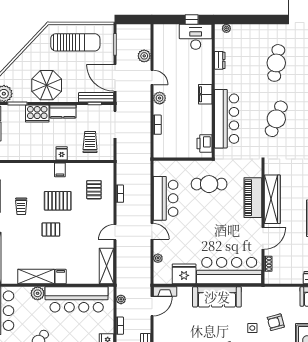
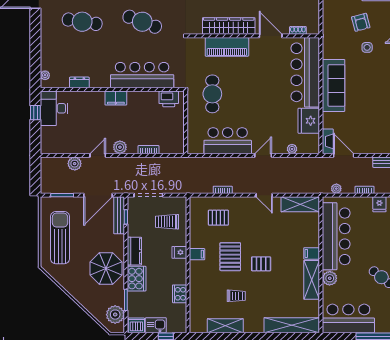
cooker: (23, 154) -> (180, 294), added
pallet: (51, 229) -> (261, 264), turned 90

